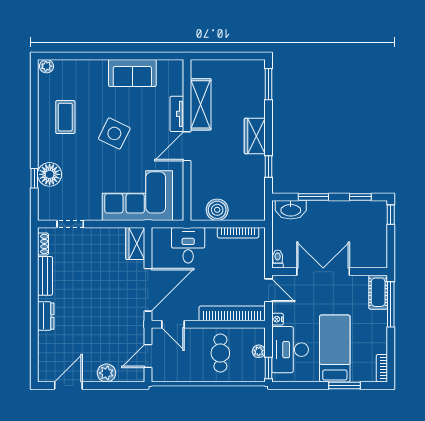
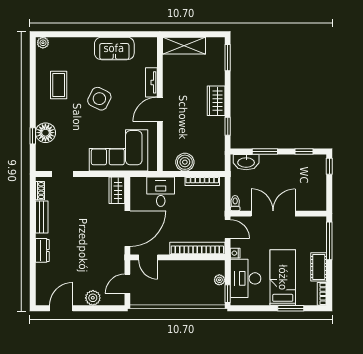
shelving: (201, 104) -> (184, 46), moved, turned 90
cot: (378, 292) -> (319, 267), moved
cafe table: (220, 353) -> (188, 281), removed

